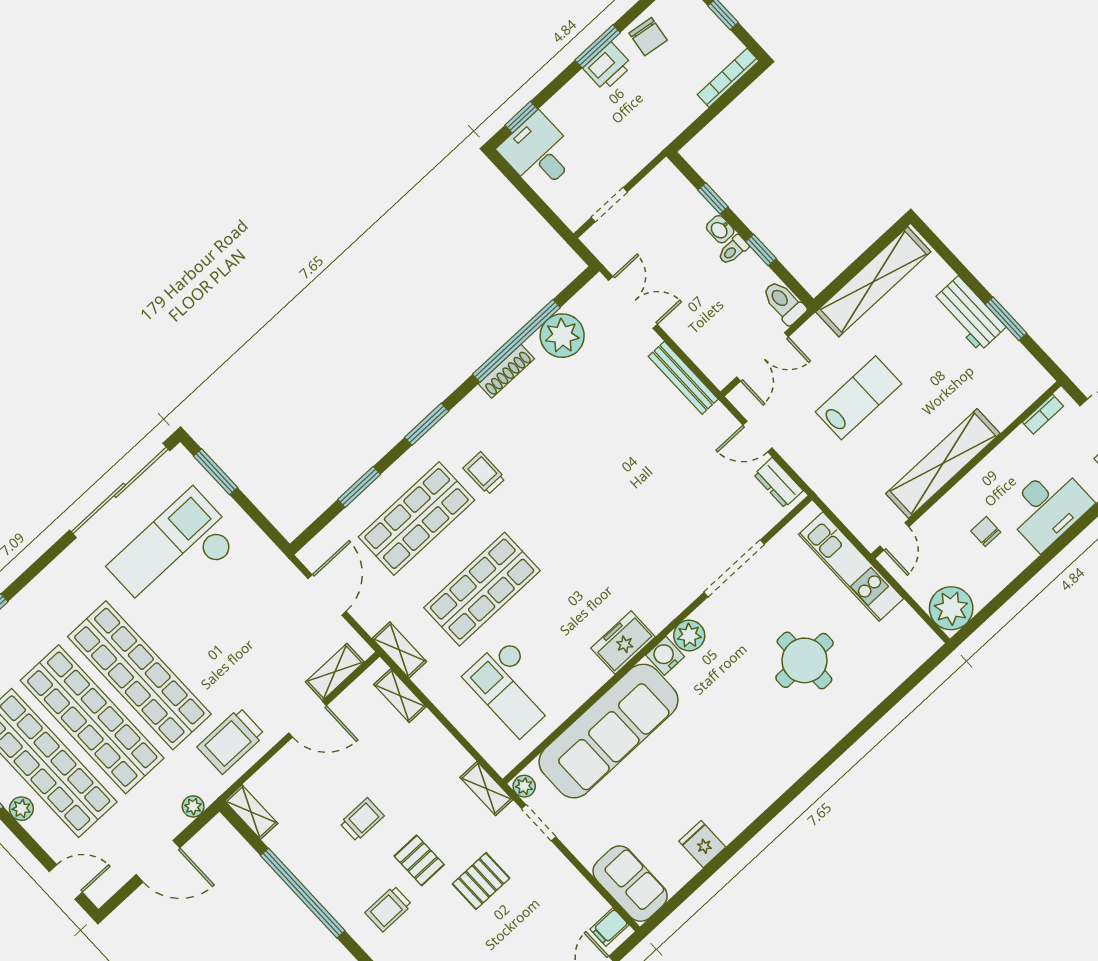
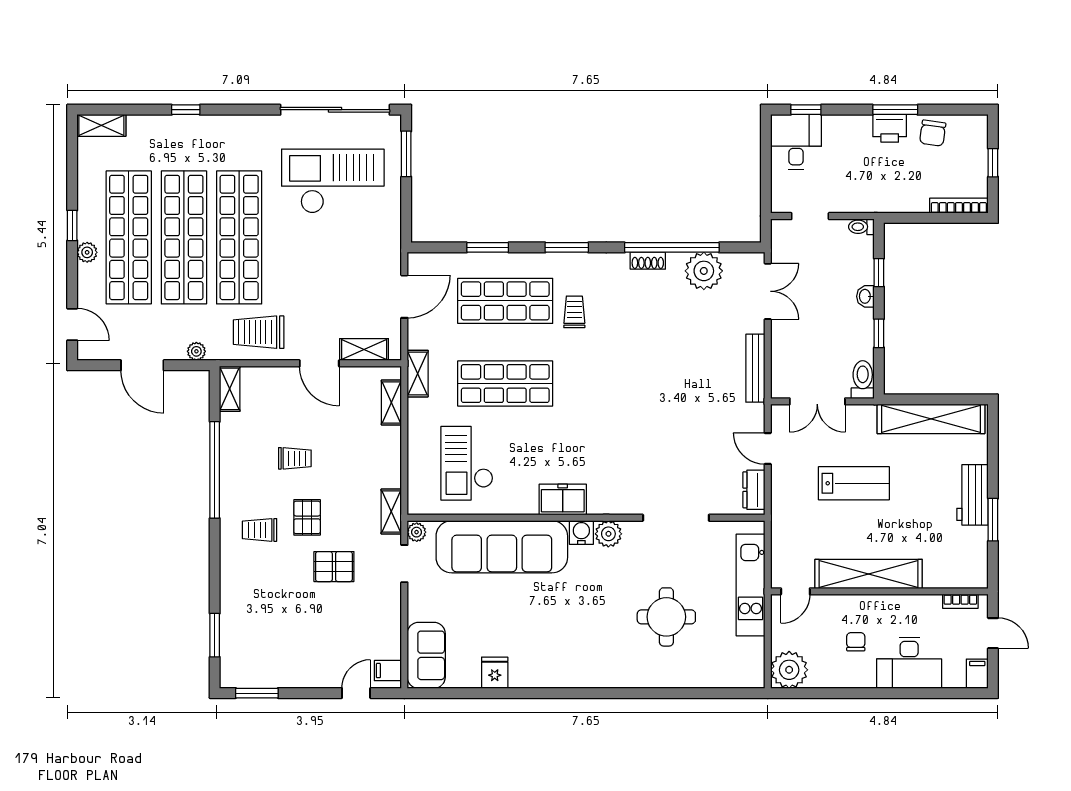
toilet: (733, 250) -> (861, 227), moved
shoe rack: (506, 371) -> (648, 261), width x0.70

